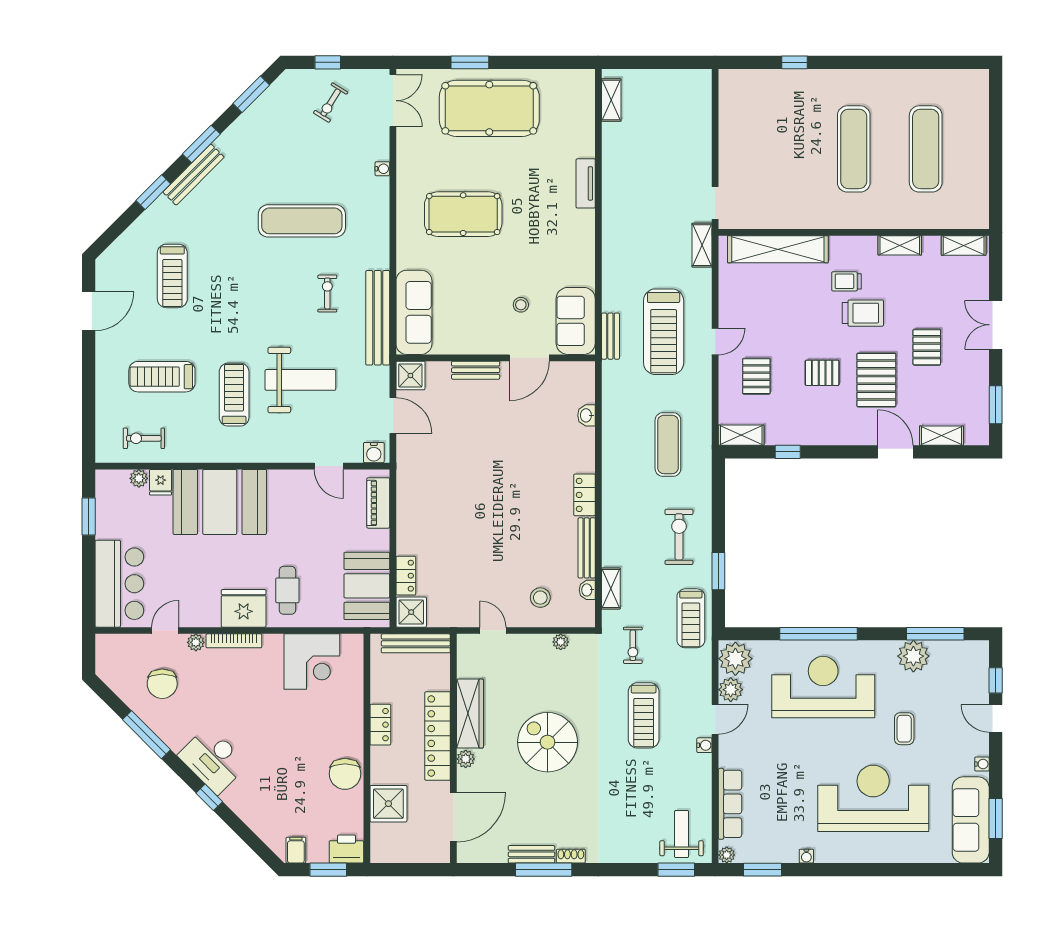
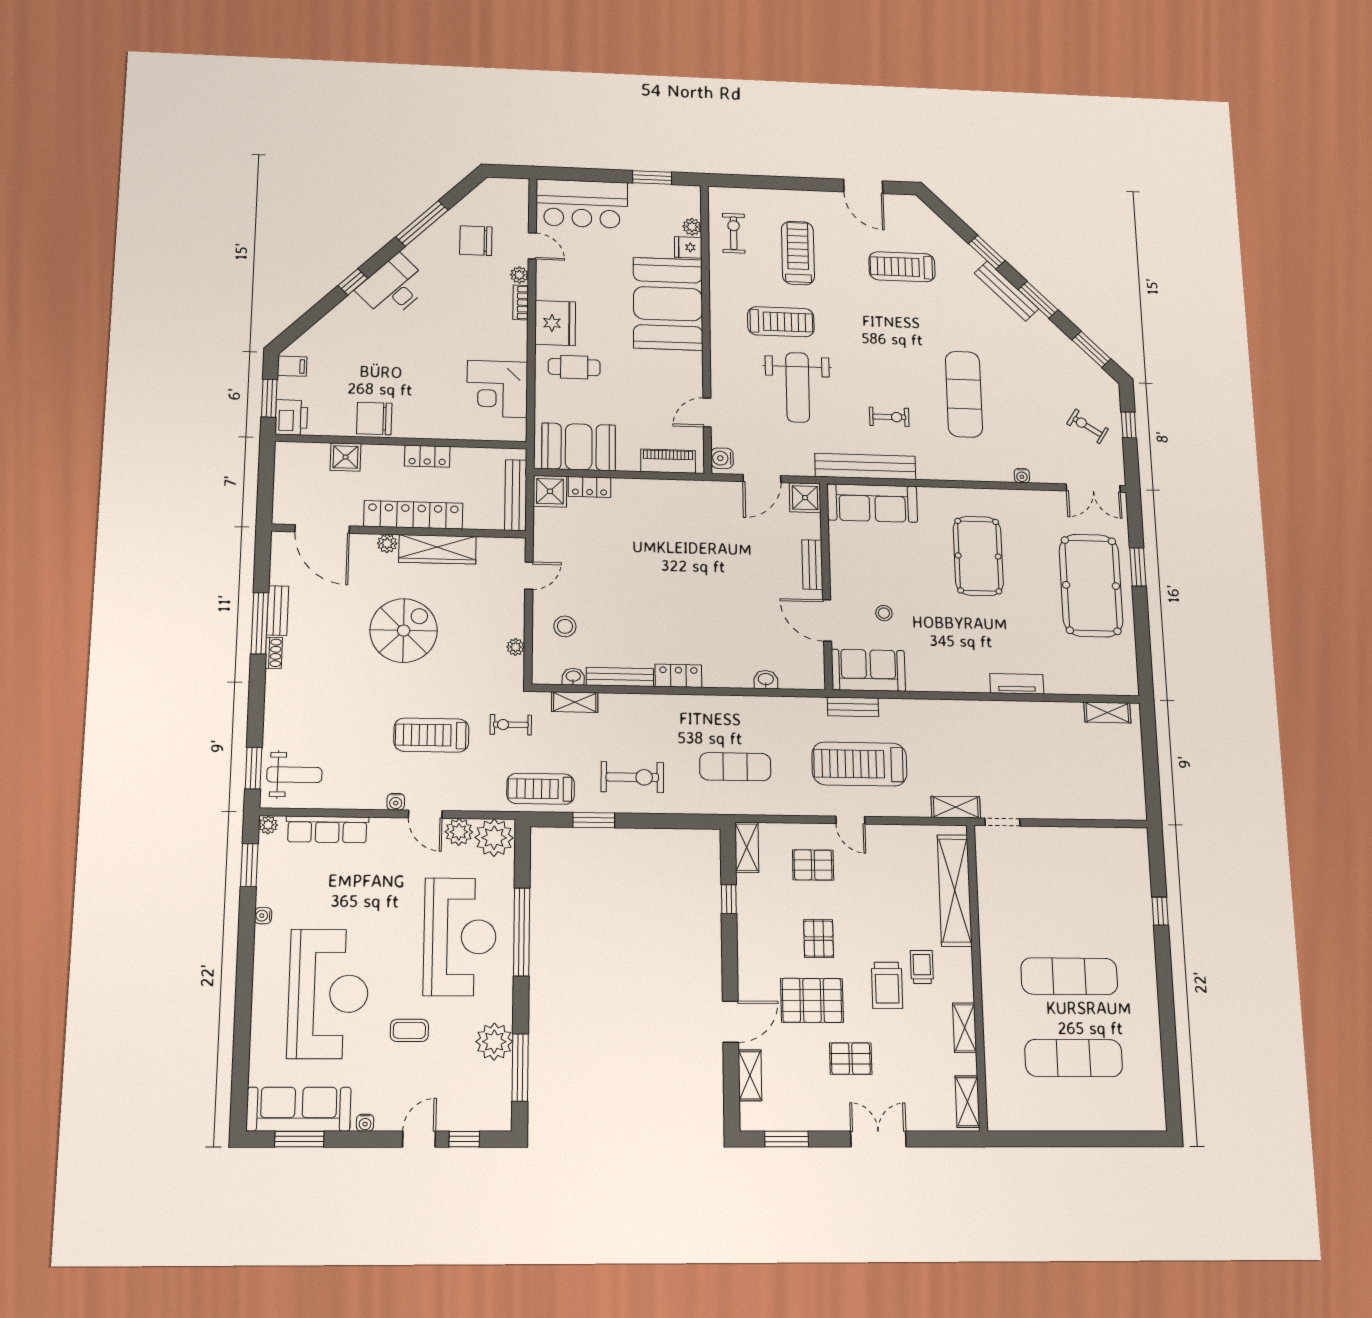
bookcase: (234, 641) -> (521, 303), width x0.64
shower: (388, 804) -> (346, 457), width x0.73, depth x0.73

